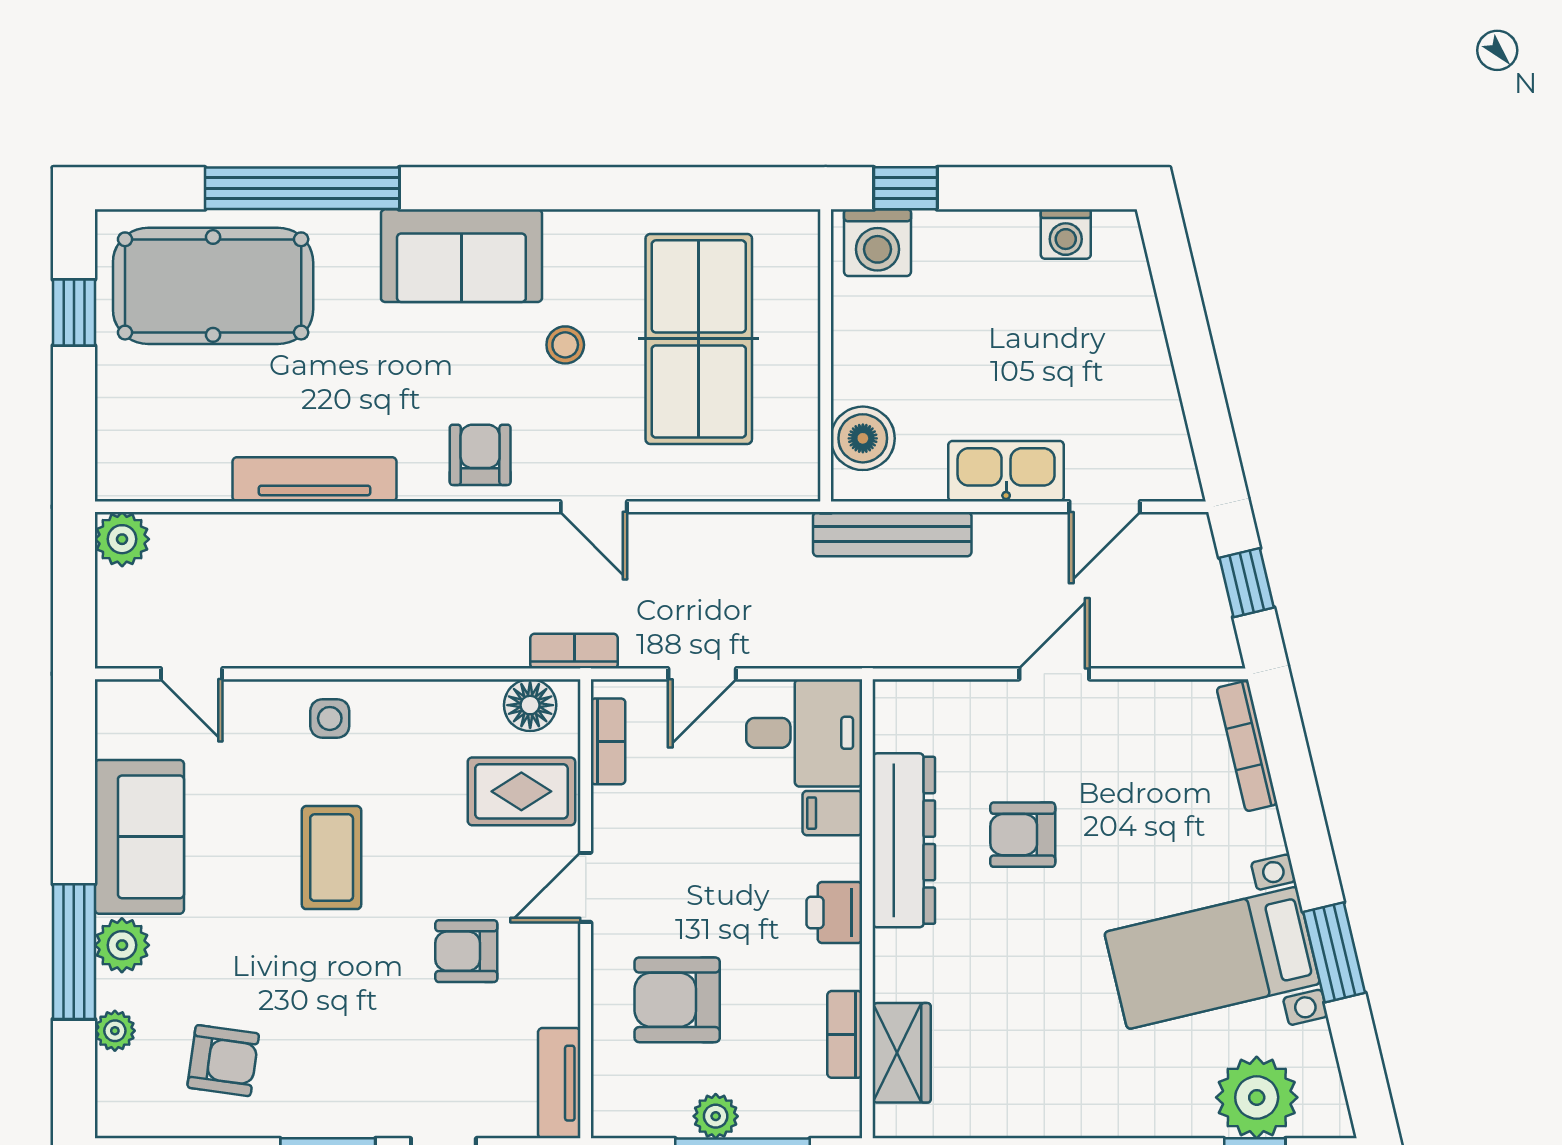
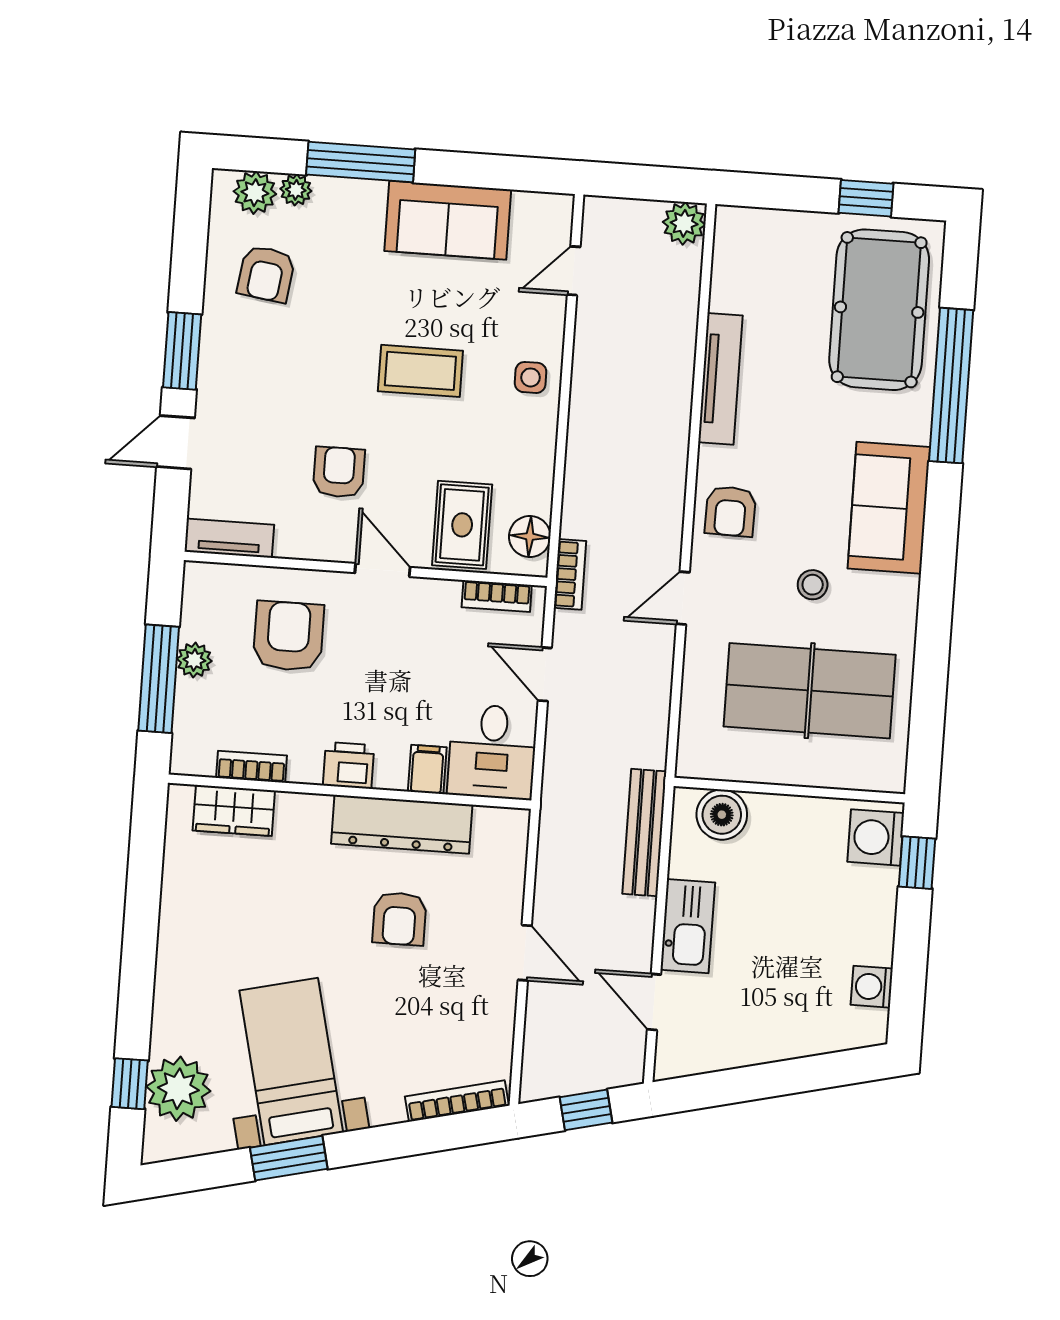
armchair: (480, 455) -> (730, 511), turned 91
armchair: (1023, 835) -> (399, 919), turned 180
plant: (122, 945) -> (255, 193), moved

